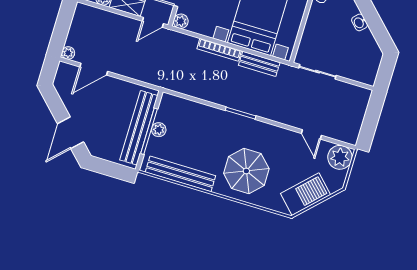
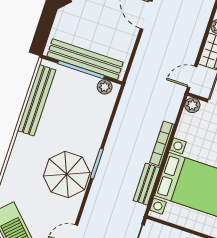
door: (153, 22) -> (192, 77), hinge flipped
plant: (159, 130) -> (105, 87), moved
parasol: (246, 171) -> (67, 174), moved

